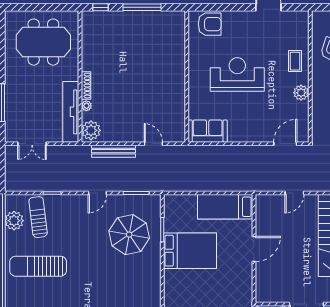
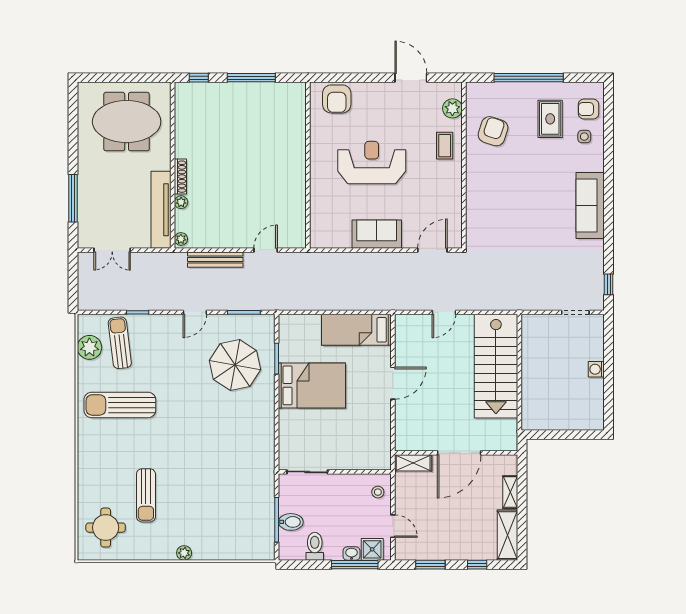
armchair: (210, 24) -> (337, 99), turned 90
plant: (301, 93) -> (452, 108), moved
plant: (91, 130) -> (181, 239), width x0.53, depth x0.53
sofa: (208, 131) -> (377, 234), moved
door: (153, 144) -> (266, 250), hinge flipped

